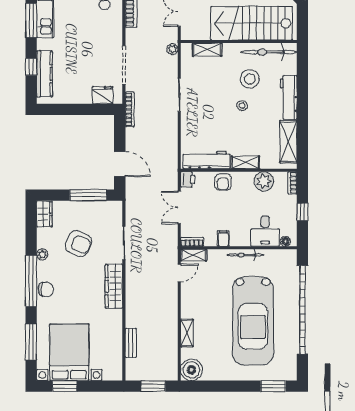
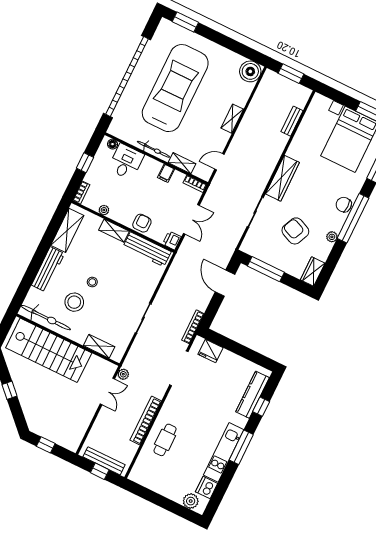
plant: (172, 49) -> (123, 374), moved
plant: (264, 181) -> (104, 210), width x0.53, depth x0.53
shelving: (194, 255) -> (182, 163), moved
shelving: (187, 333) -> (232, 119), moved

